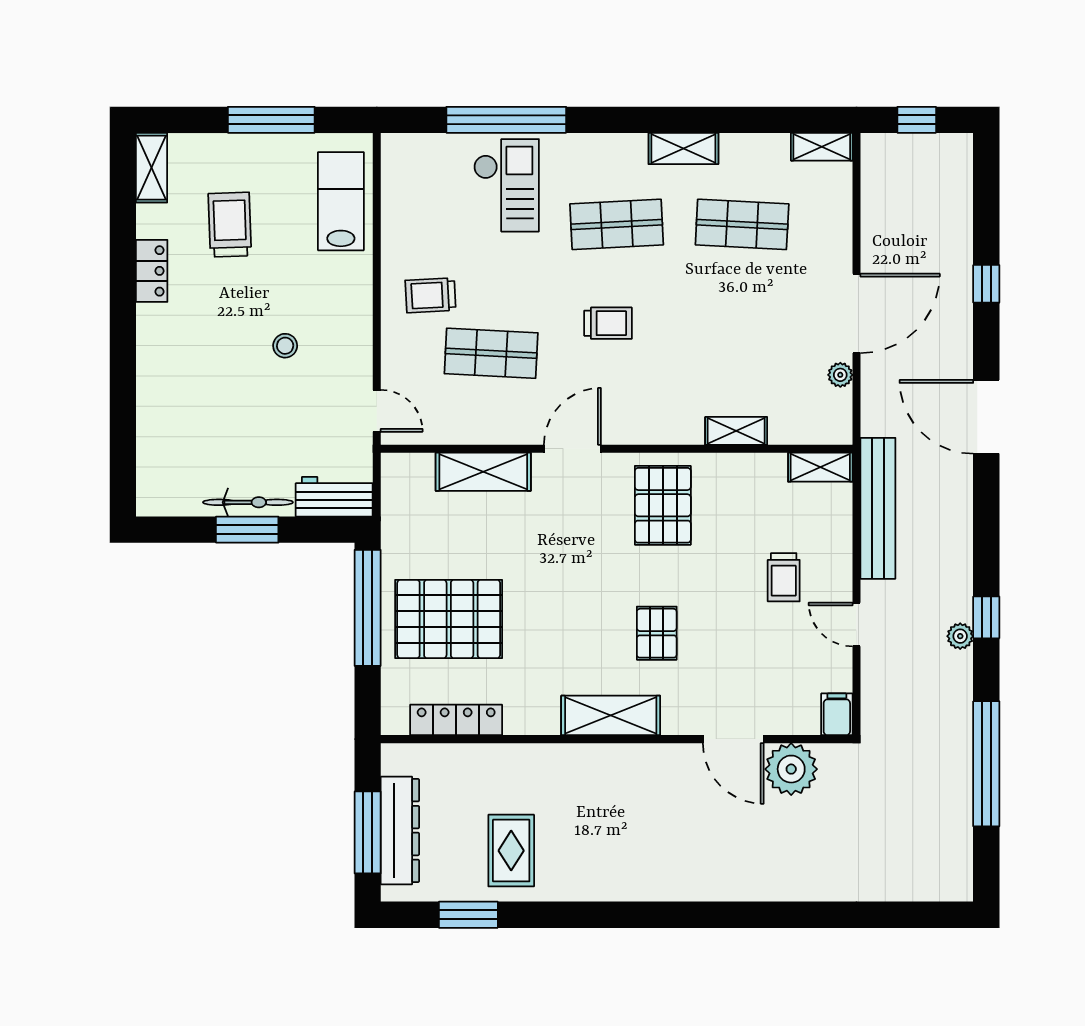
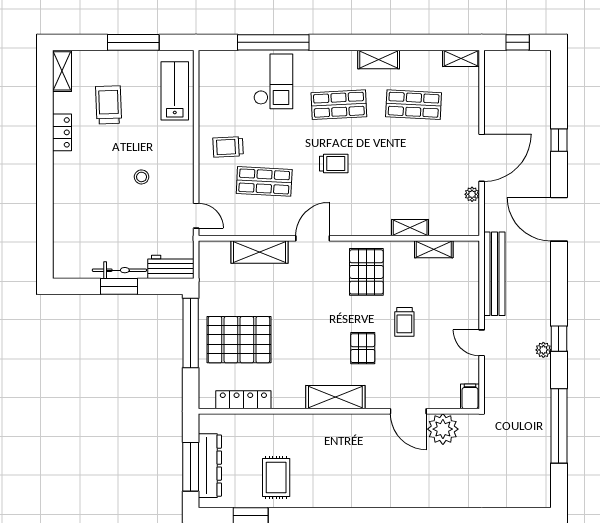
shelving: (820, 467) -> (434, 249), moved
trolley: (784, 577) -> (404, 322), moved

